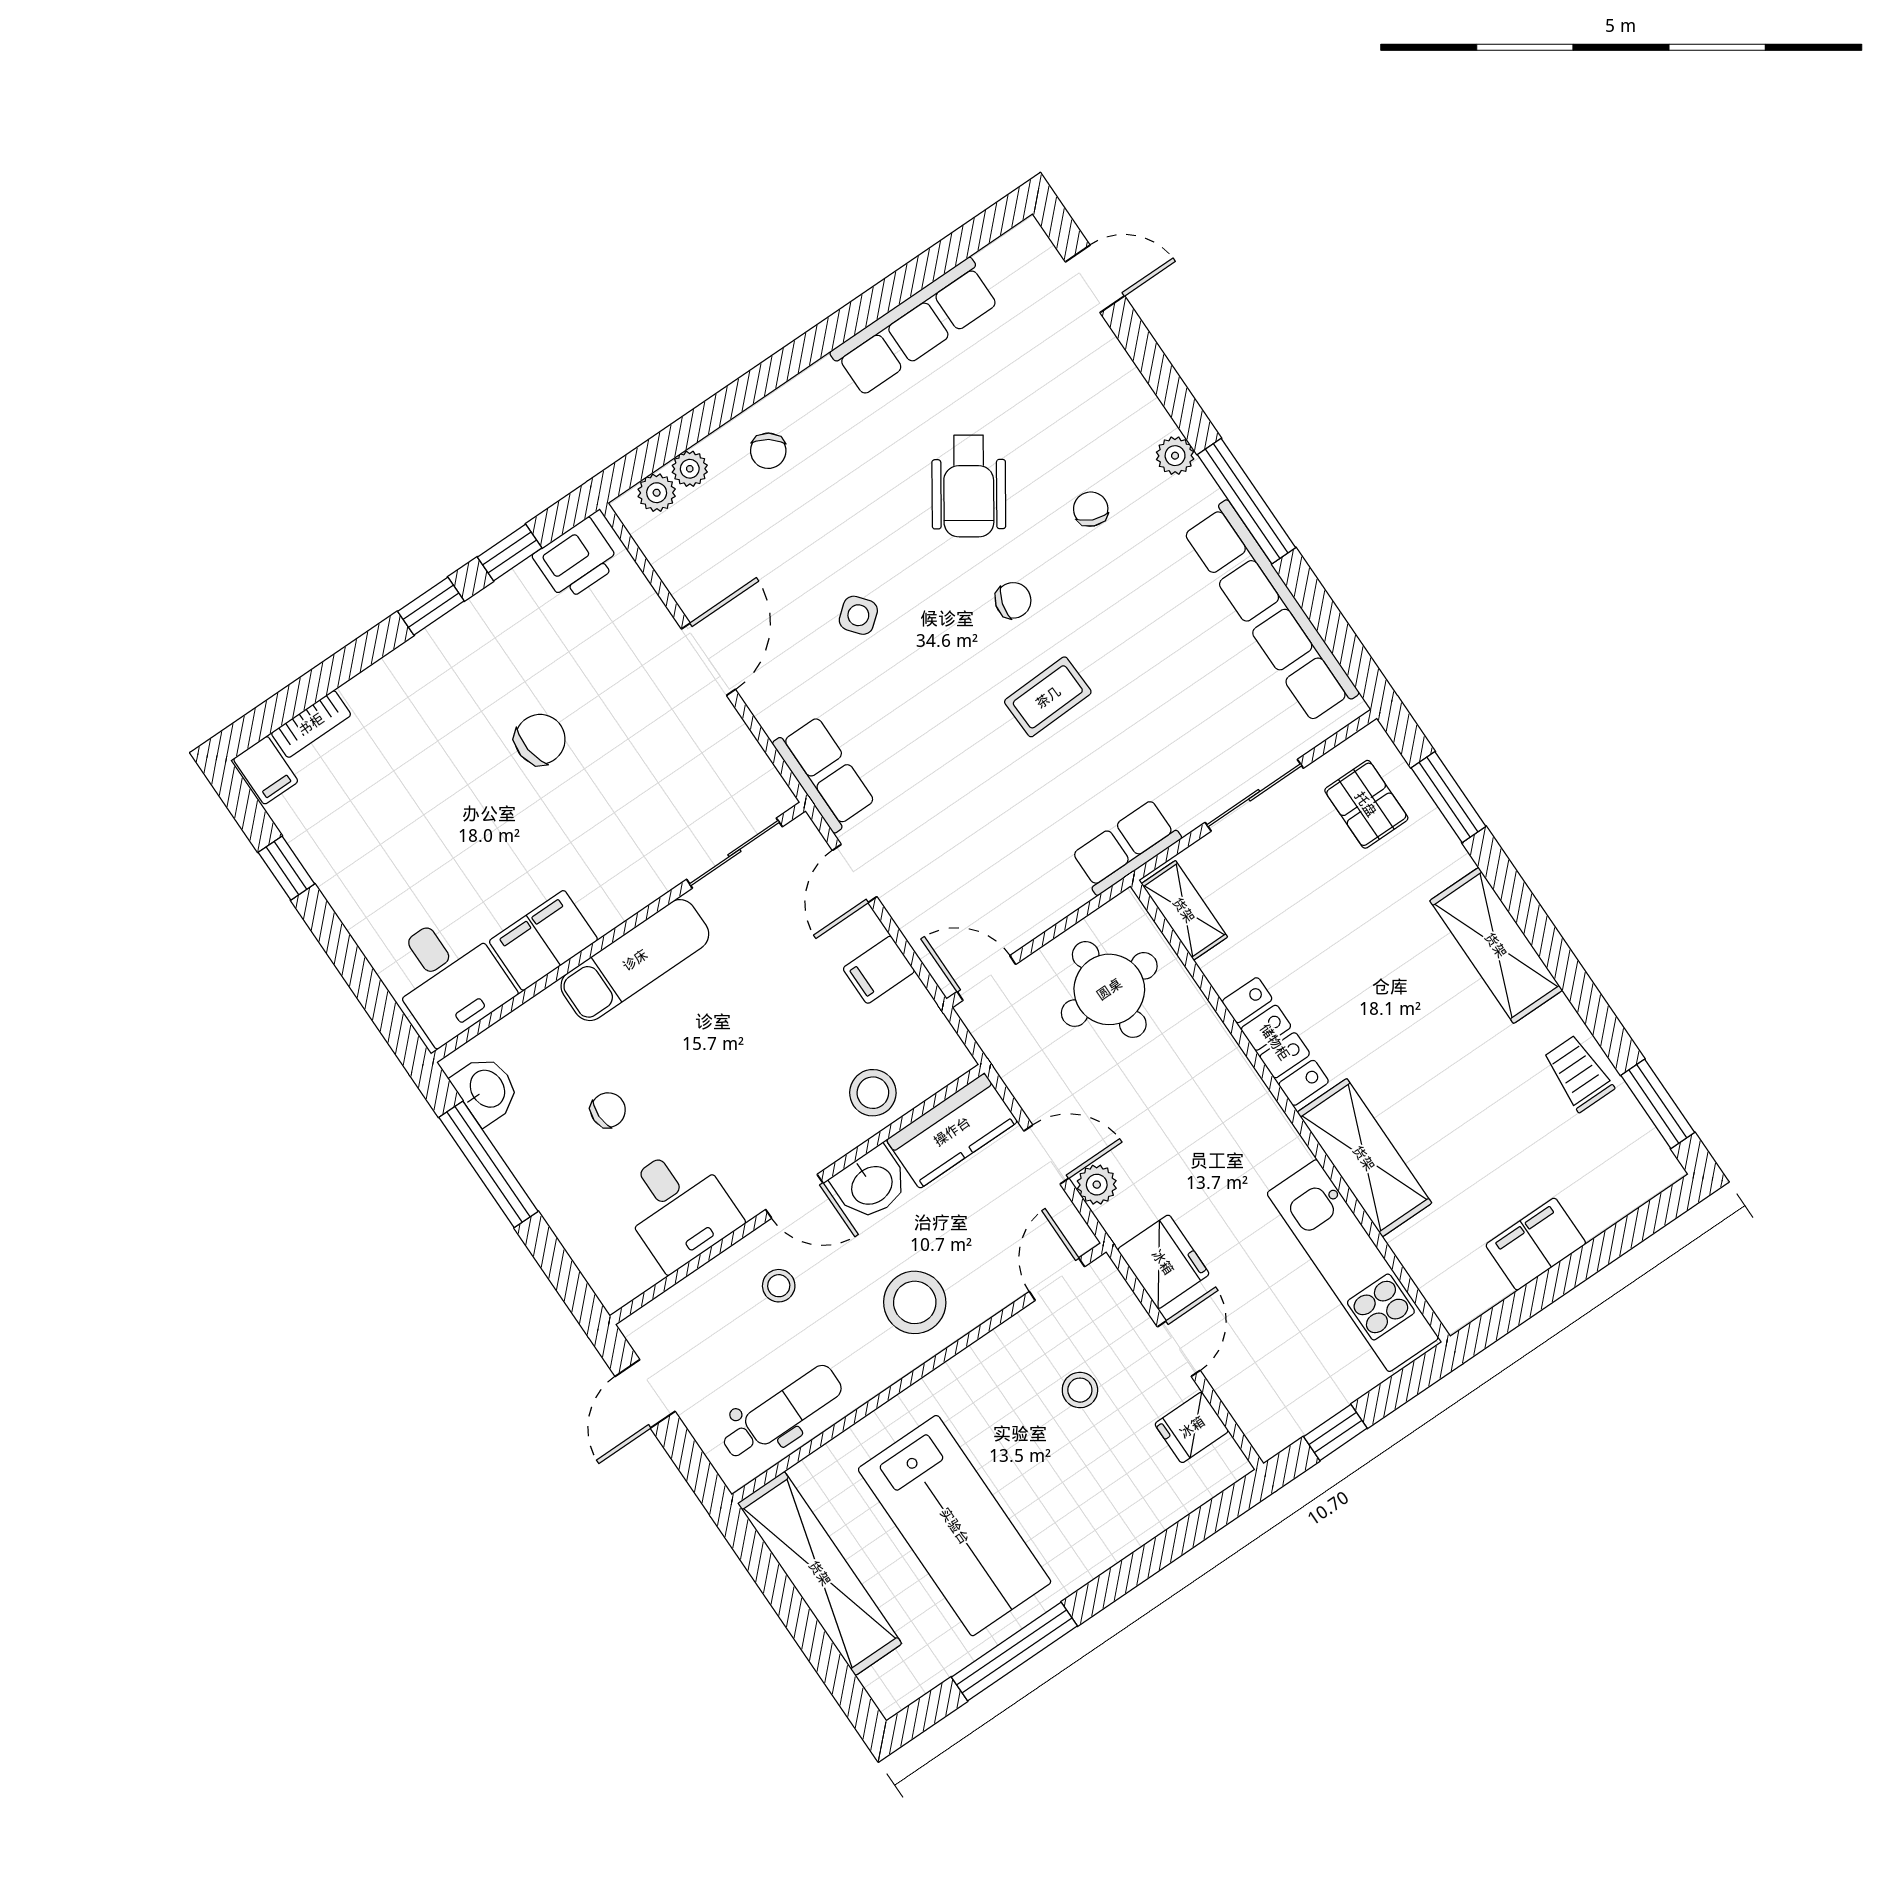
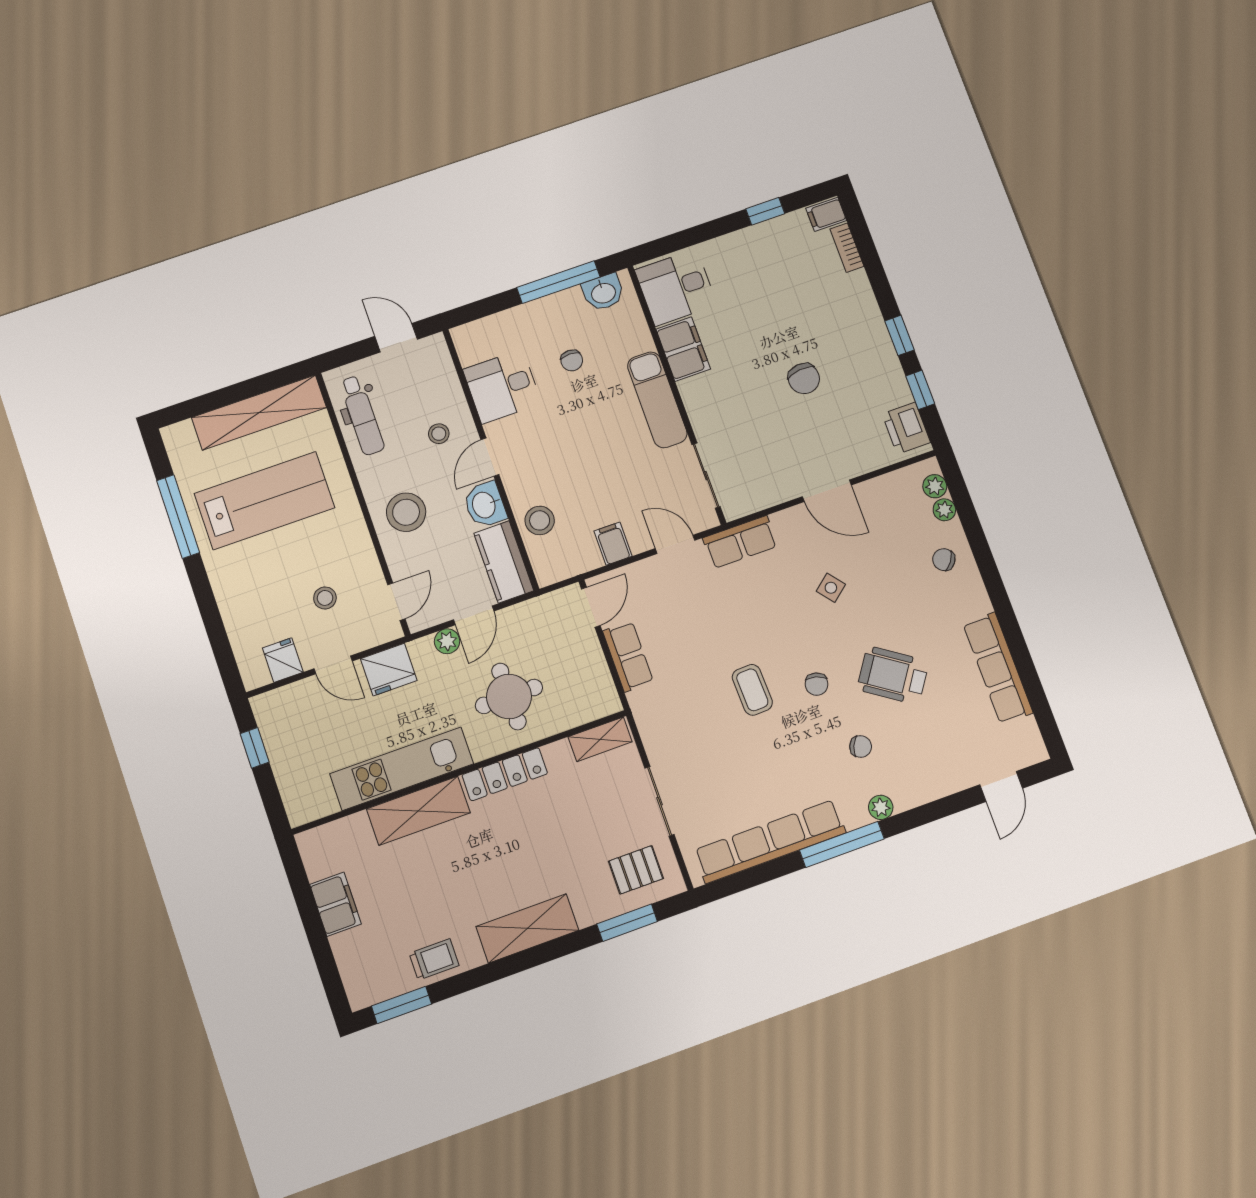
row of seats: (1126, 847) -> (628, 656), moved
round table: (1109, 989) -> (509, 696), moved
kitchen unit: (1353, 1266) -> (402, 769), moved
door: (1057, 1279) -> (396, 602), hinge flipped
lab bench: (955, 1526) -> (265, 501), turned 180

